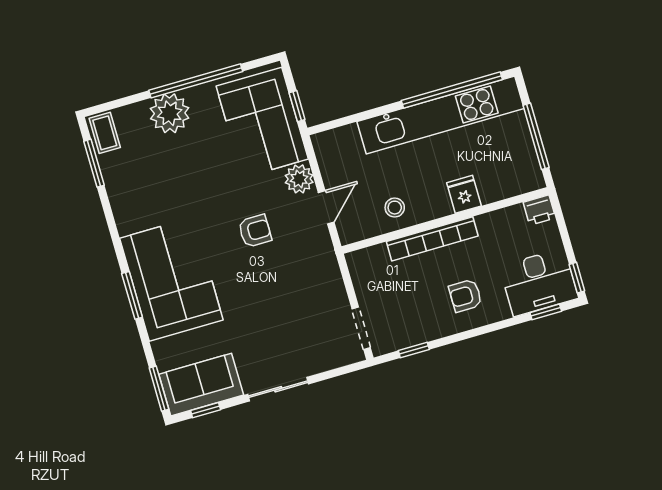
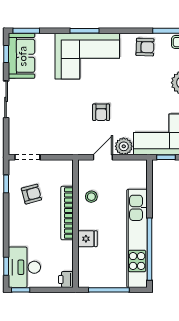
armchair: (130, 191) -> (145, 47), added
door: (326, 207) -> (103, 157), swing flipped
armchair: (465, 296) -> (31, 194), moved, turned 75

